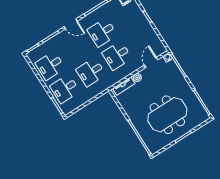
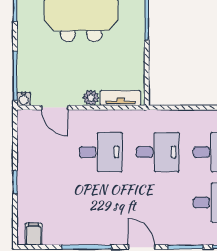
desk: (102, 32) -> (101, 203), removed
door: (151, 62) -> (55, 108), hinge flipped

